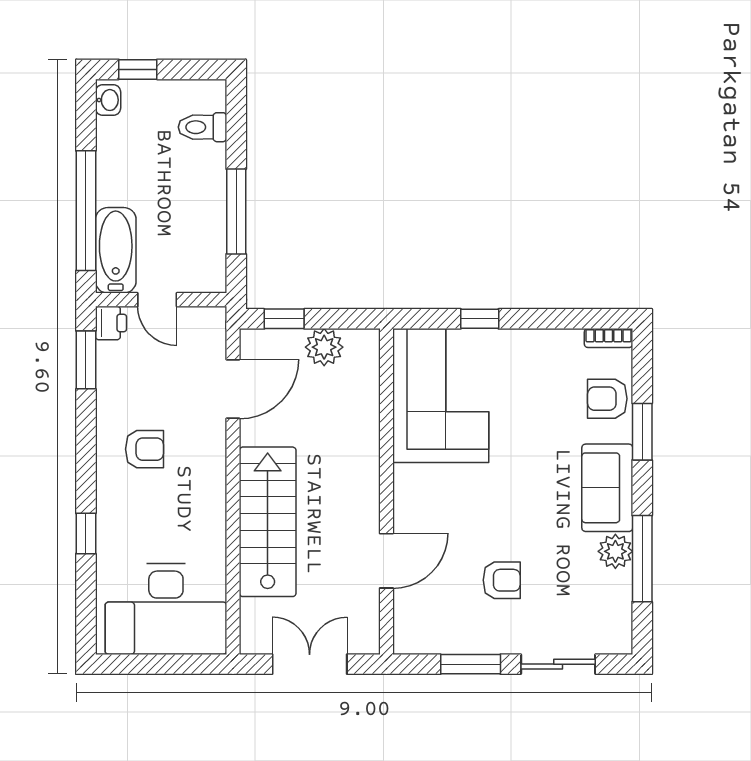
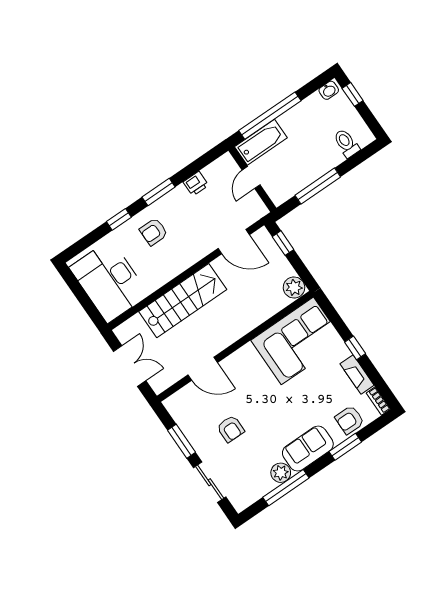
window: (480, 319) -> (355, 348), moved
printer: (111, 323) -> (196, 184), moved
fireplace: (549, 342) -> (357, 375), added
plant: (324, 347) -> (294, 287), moved
window: (86, 360) -> (159, 192), moved
armchair: (607, 399) -> (350, 420), turned -90
armchair: (144, 449) -> (154, 232), moved, turned 90

